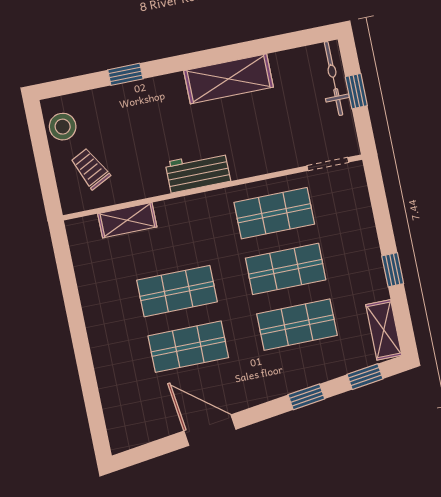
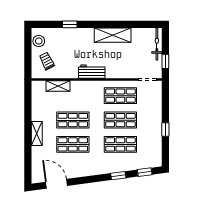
window: (356, 91) -> (165, 61), moved
shelving: (384, 330) -> (37, 133), moved
door: (210, 430) -> (56, 184), moved

